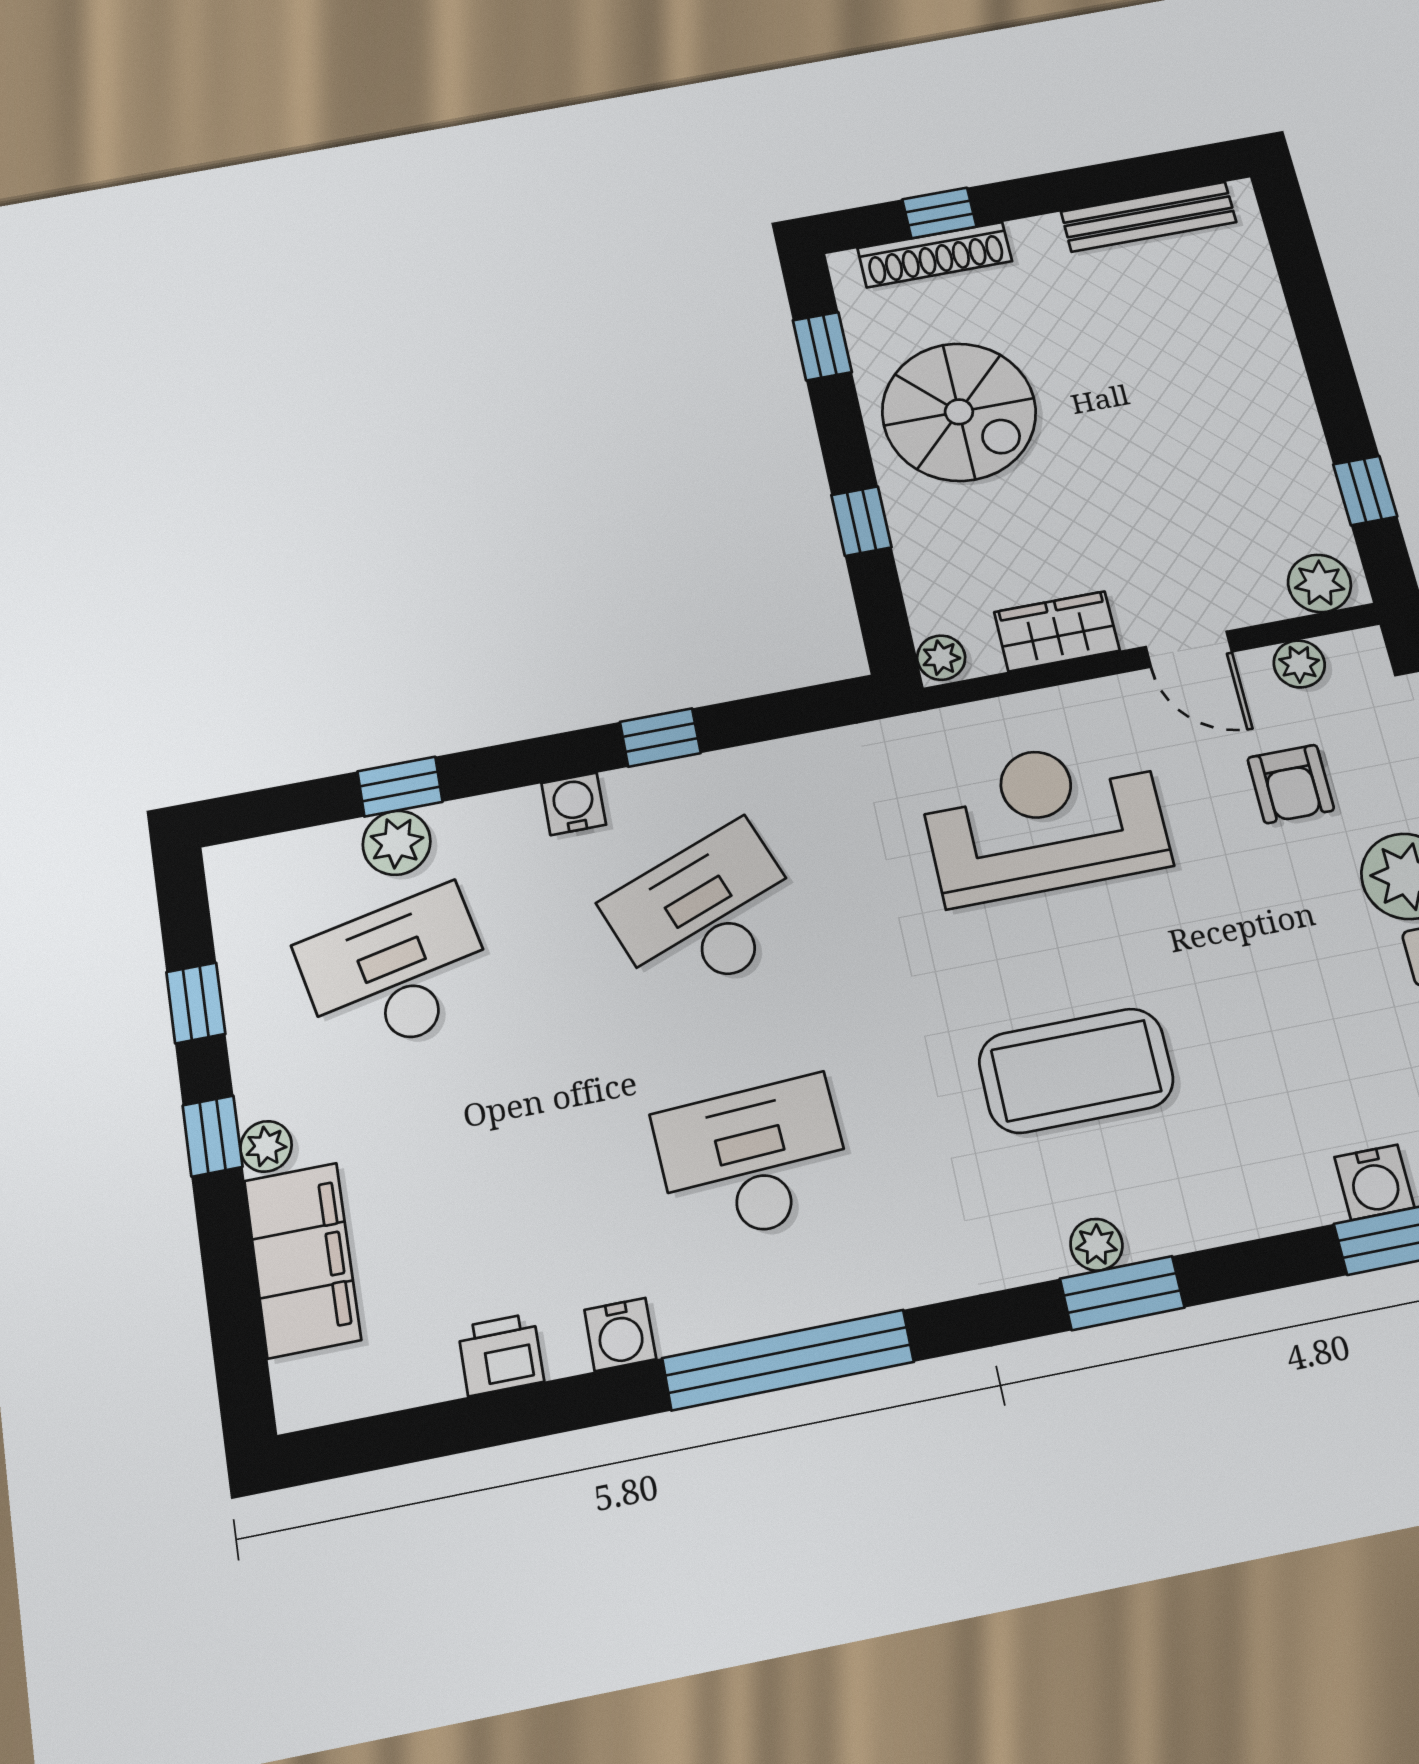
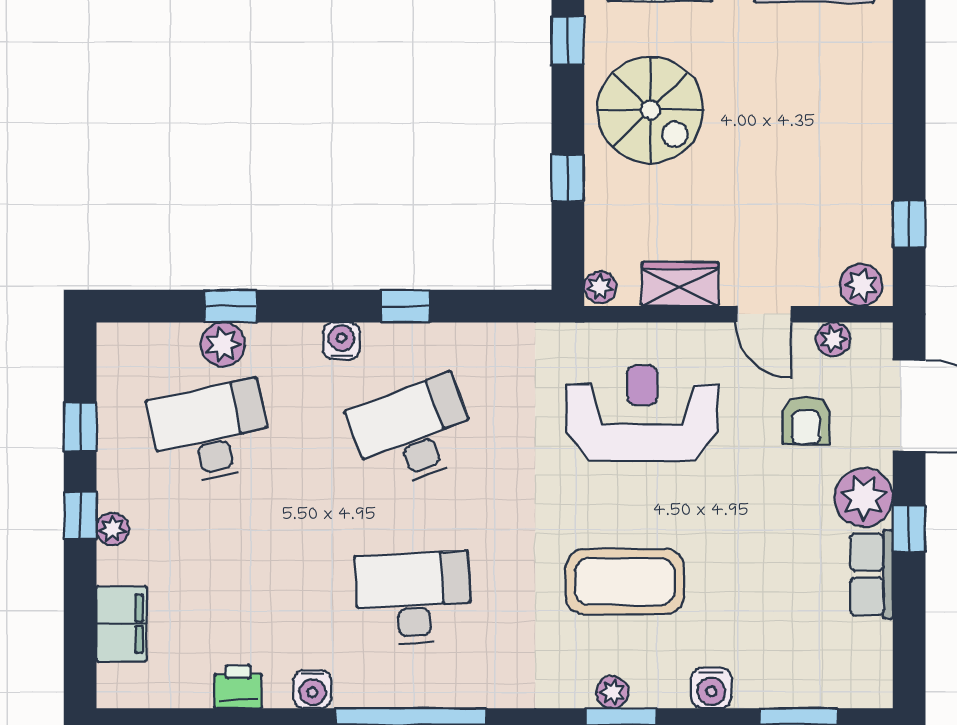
water cooler: (1374, 1182) -> (711, 688), moved
filing cabinet: (302, 1260) -> (122, 624), width x0.67, depth x0.86

